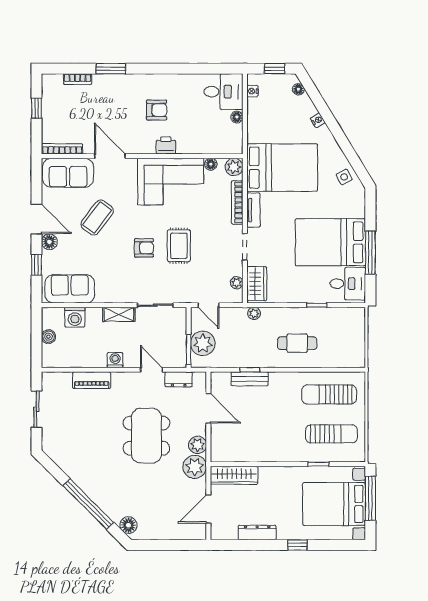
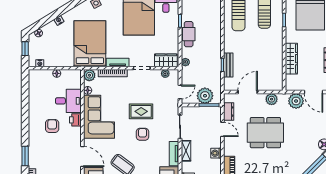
desk: (223, 92) -> (68, 101), moved, turned 90
door: (110, 156) -> (82, 157), swing flipped
tv unit: (114, 296) -> (174, 154), added
cafe table: (297, 343) -> (189, 34), moved
door: (151, 370) -> (222, 129), swing flipped
plant: (195, 467) -> (296, 101), moved
wardrobe: (234, 475) -> (291, 59), moved

